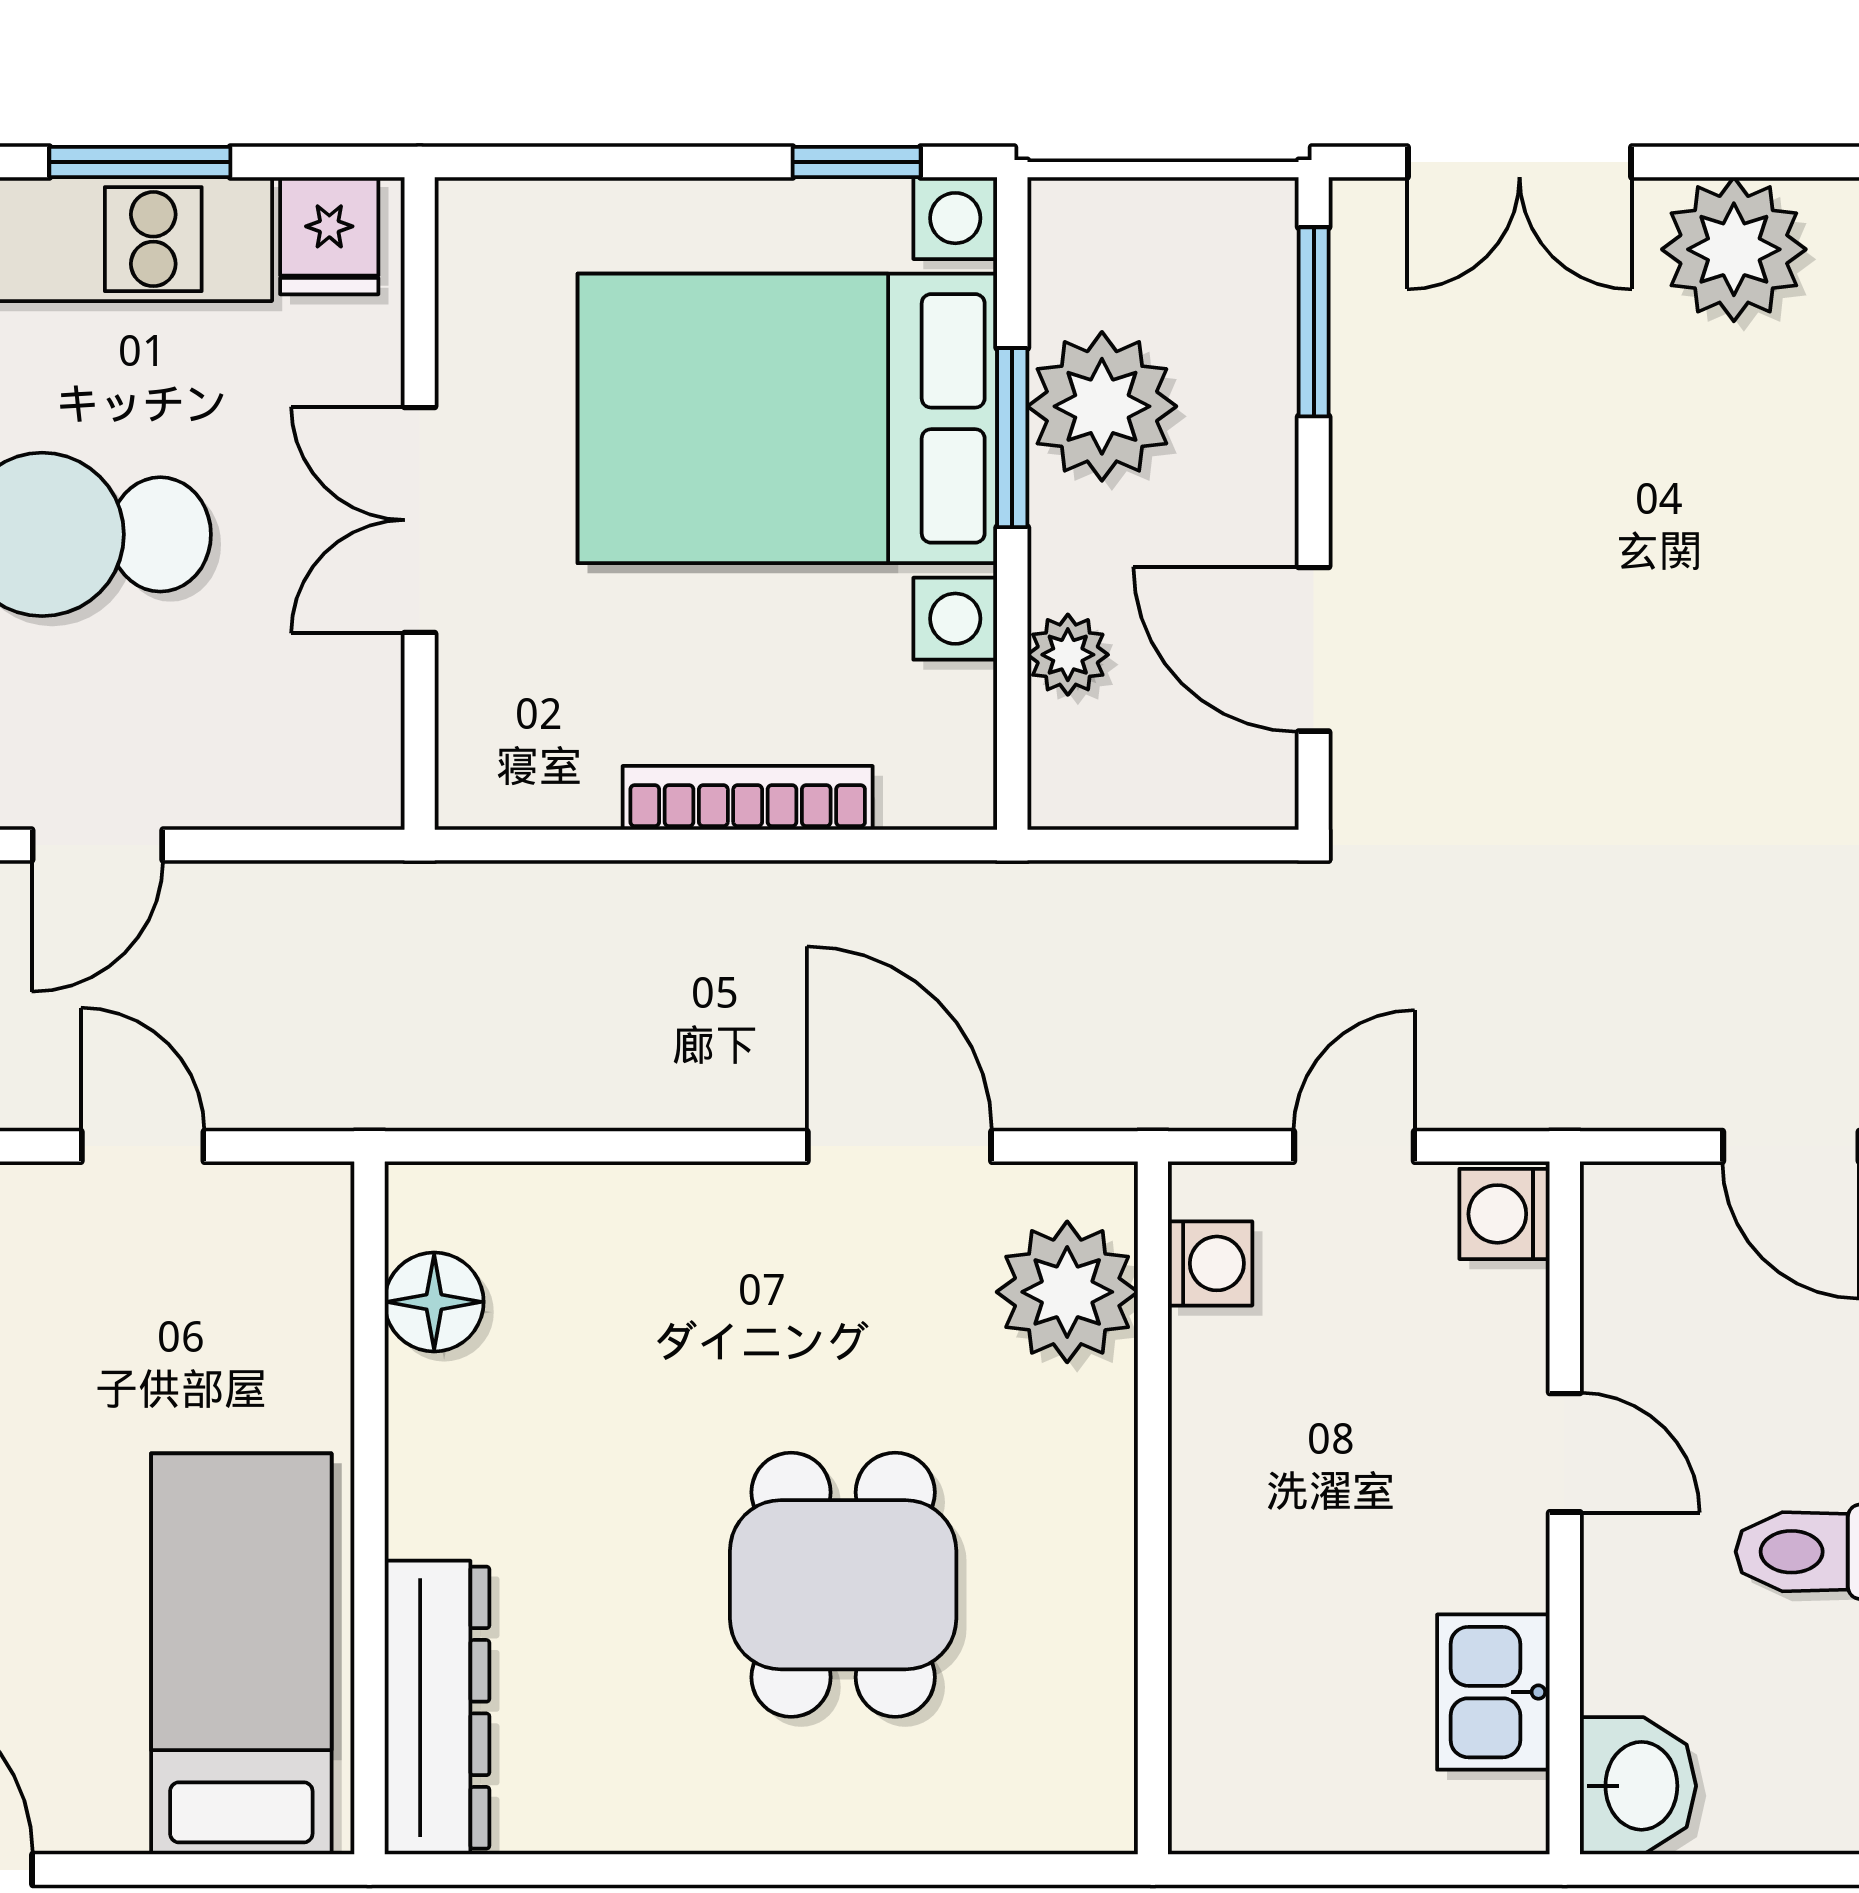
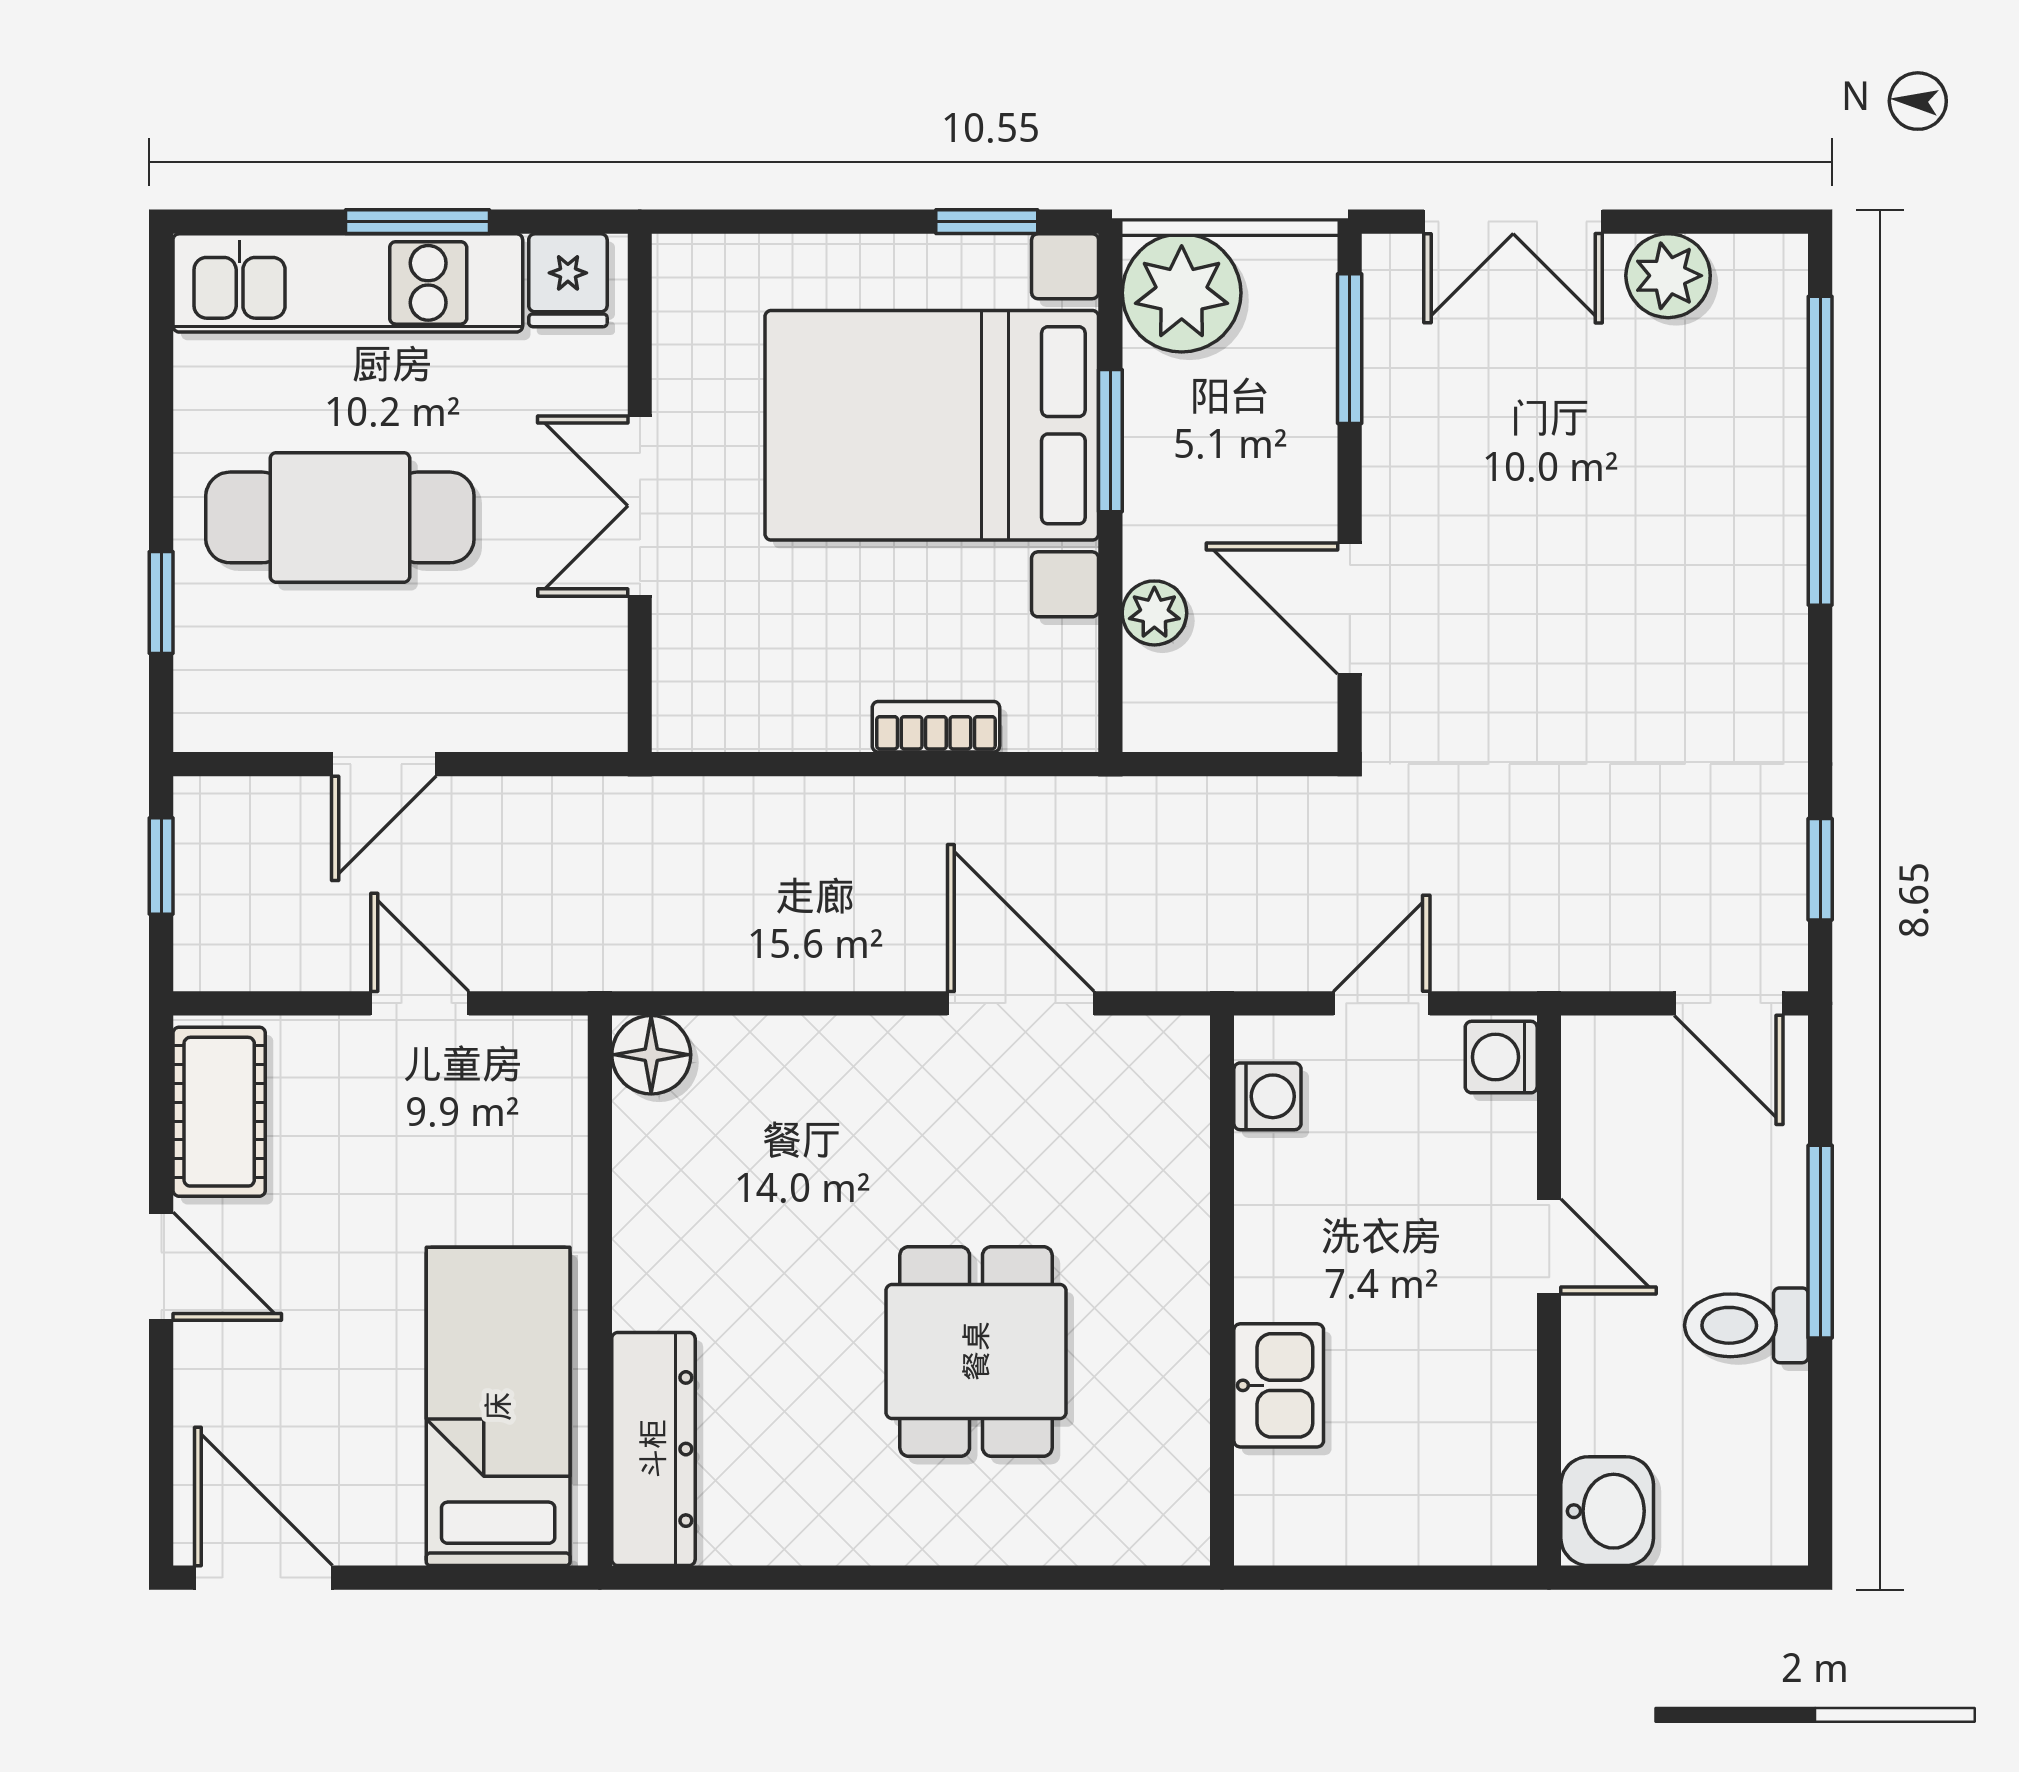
plant: (1734, 249) -> (1668, 276), width x0.73, depth x0.73
plant: (1102, 406) -> (1182, 293), moved
bookcase: (748, 798) -> (936, 727), width x0.64
plant: (1067, 1292) -> (1154, 1119), removed
floor lamp: (434, 1302) -> (651, 1055), moved
kitchen sink: (1493, 1692) -> (1279, 1385), moved, turned 180

